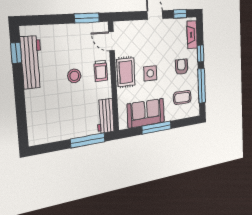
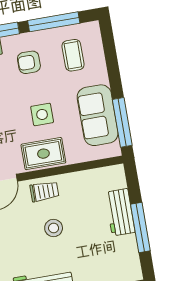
workbench: (105, 116) -> (120, 212), moved, turned 90
window: (157, 127) -> (122, 122), moved
window: (88, 140) -> (140, 228), moved

